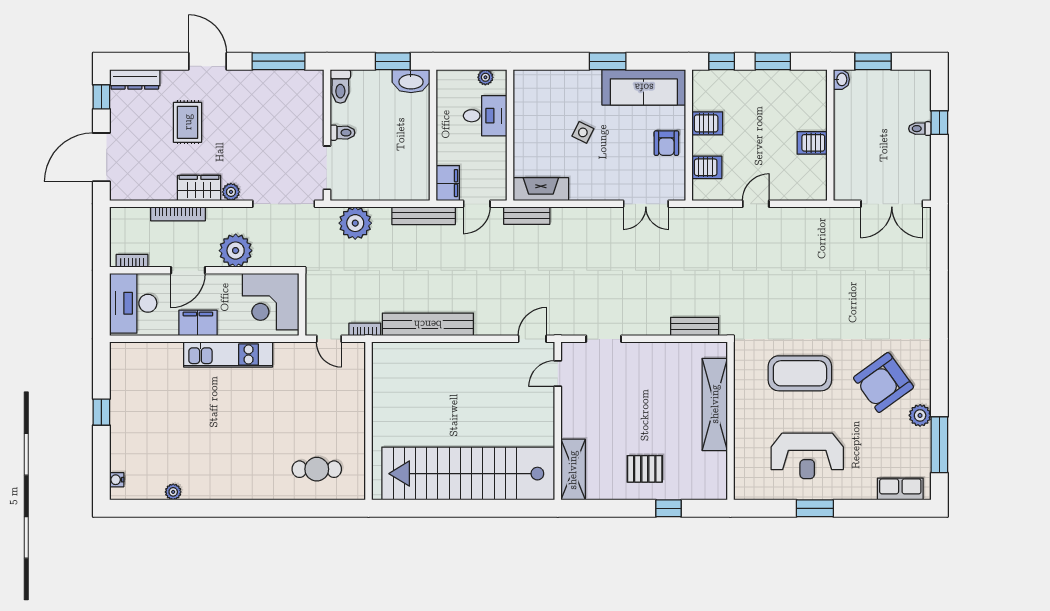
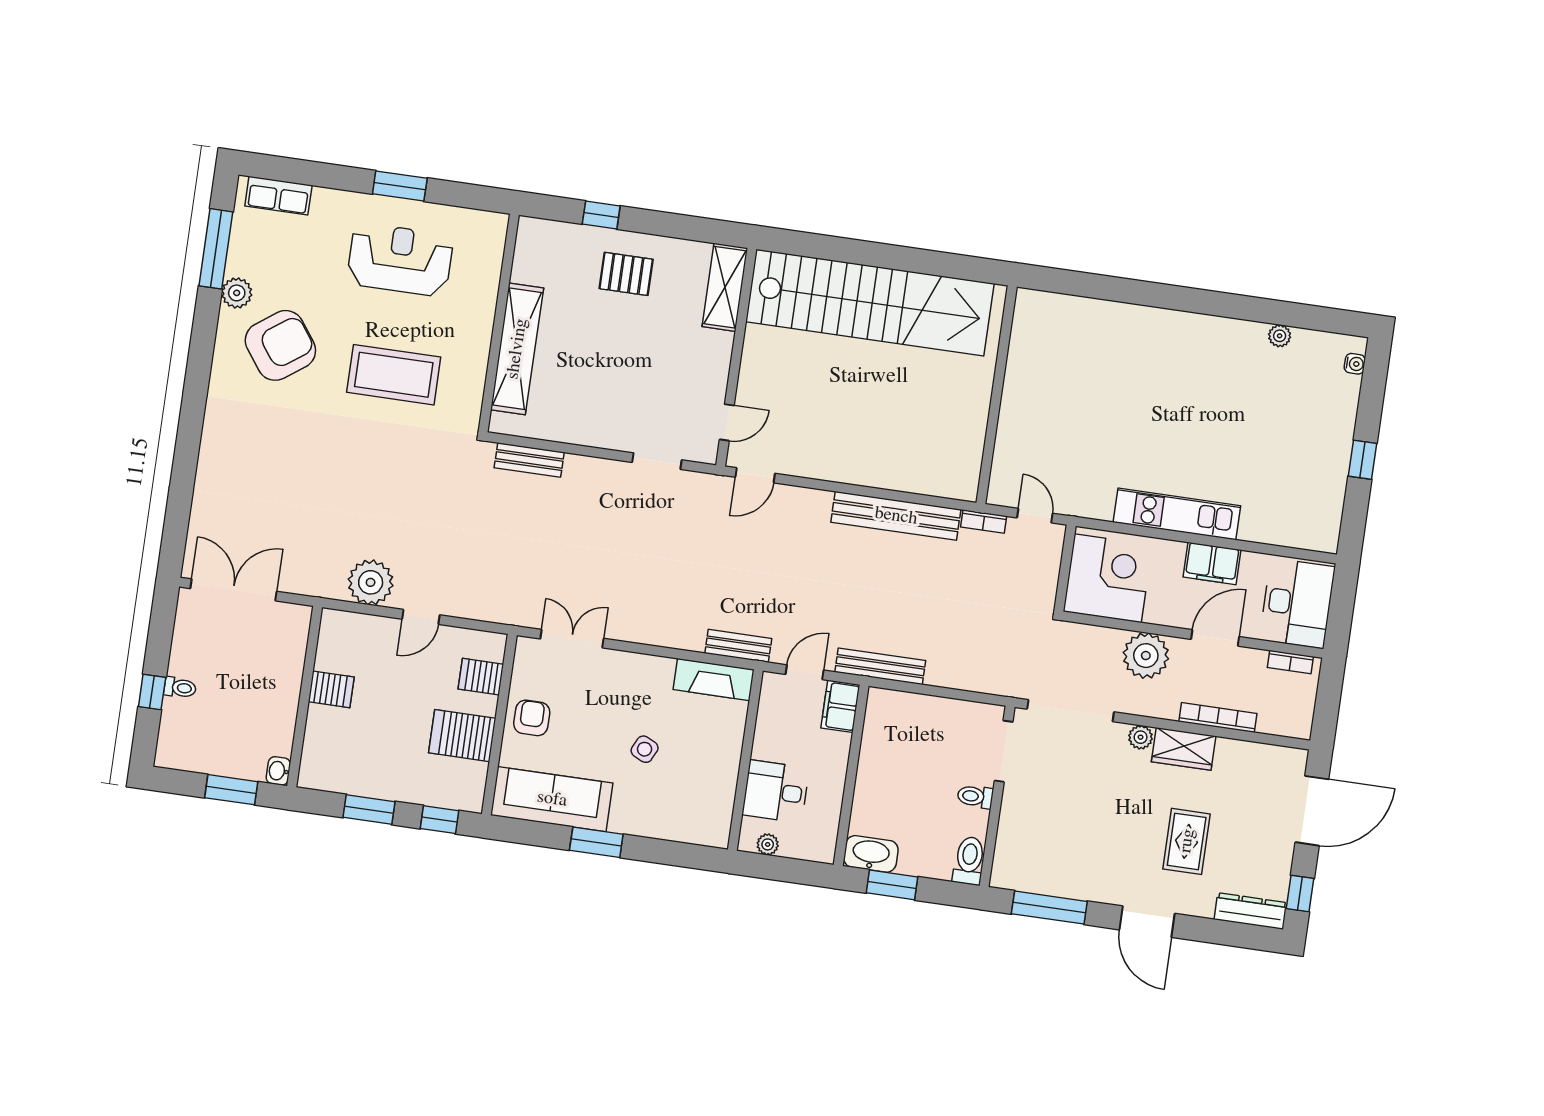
server rack: (707, 123) -> (462, 736), width x1.36, depth x1.44
plant: (355, 223) -> (371, 582), moved
cafe table: (317, 469) -> (1077, 339), removed

